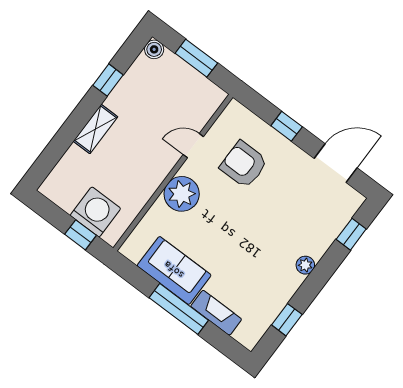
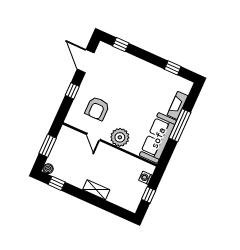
window: (108, 80) -> (57, 183), moved
washing machine: (95, 212) -> (145, 178), width x0.53, depth x0.53
window: (81, 235) -> (149, 195), moved
plant: (305, 265) -> (142, 65), removed
sofa: (174, 270) -> (158, 138), width x1.36

